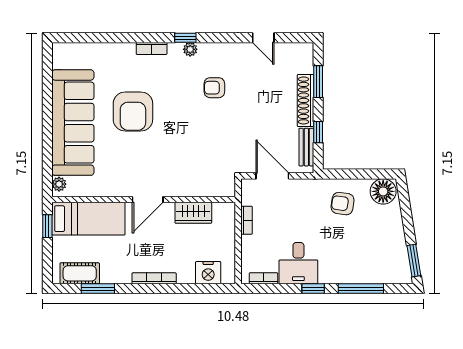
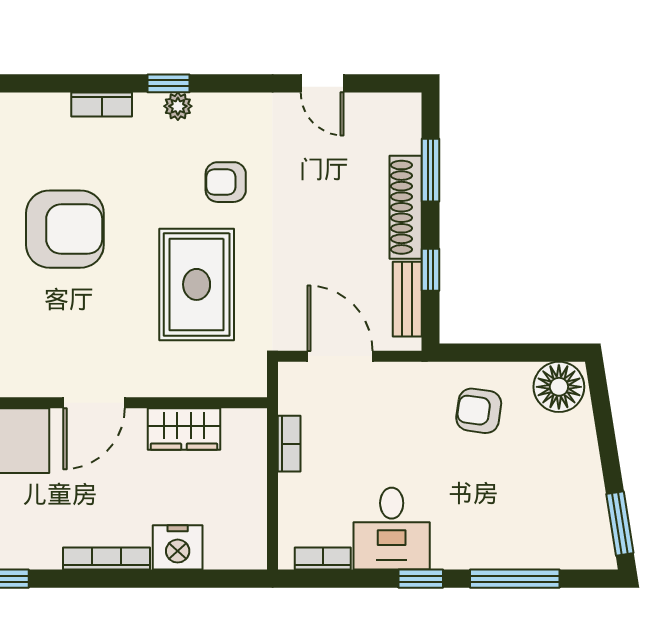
armchair: (133, 112) -> (65, 229), turned -90
rug: (200, 140) -> (197, 284), added
nightstand: (208, 273) -> (178, 547), moved

